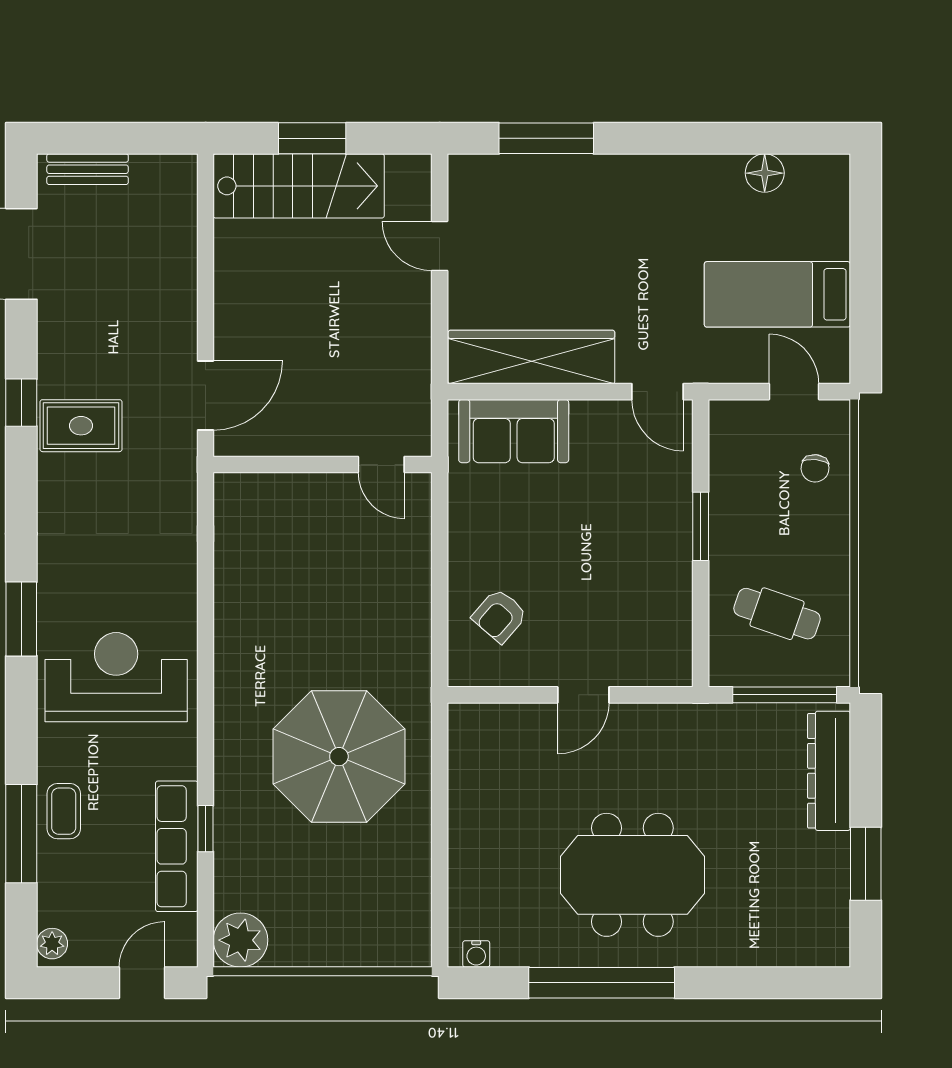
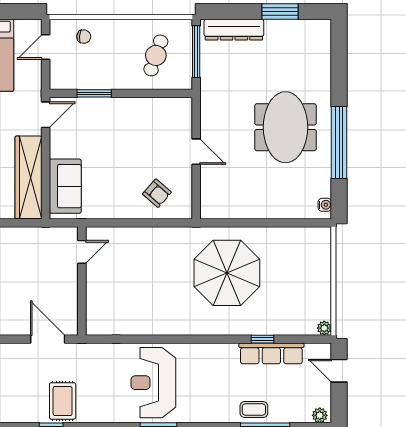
window: (701, 526) -> (94, 93), moved
reception desk: (116, 677) -> (153, 383), moved
plant: (240, 940) -> (324, 328), width x0.53, depth x0.53

